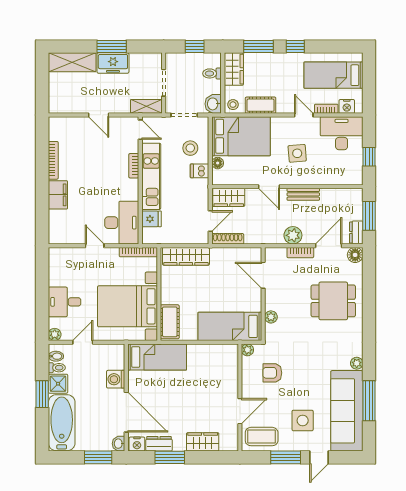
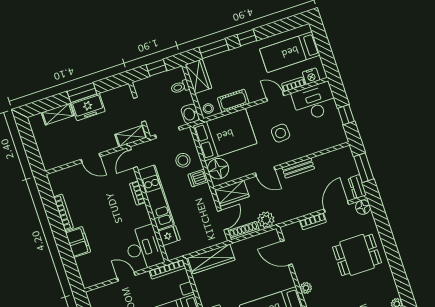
shelving: (72, 62) -> (58, 114), width x0.67, depth x0.75
door: (140, 130) -> (132, 159), swing flipped
floor lamp: (218, 163) -> (218, 169), width x1.89, depth x1.89
plant: (293, 235) -> (266, 220), moved

